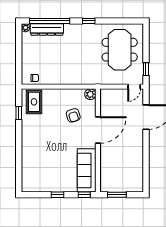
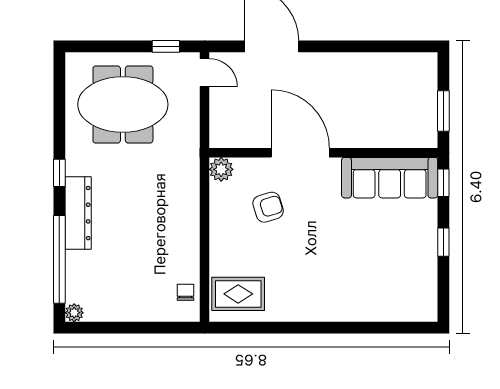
dresser: (47, 29) -> (78, 213), moved
window: (19, 113) -> (263, 328), removed

